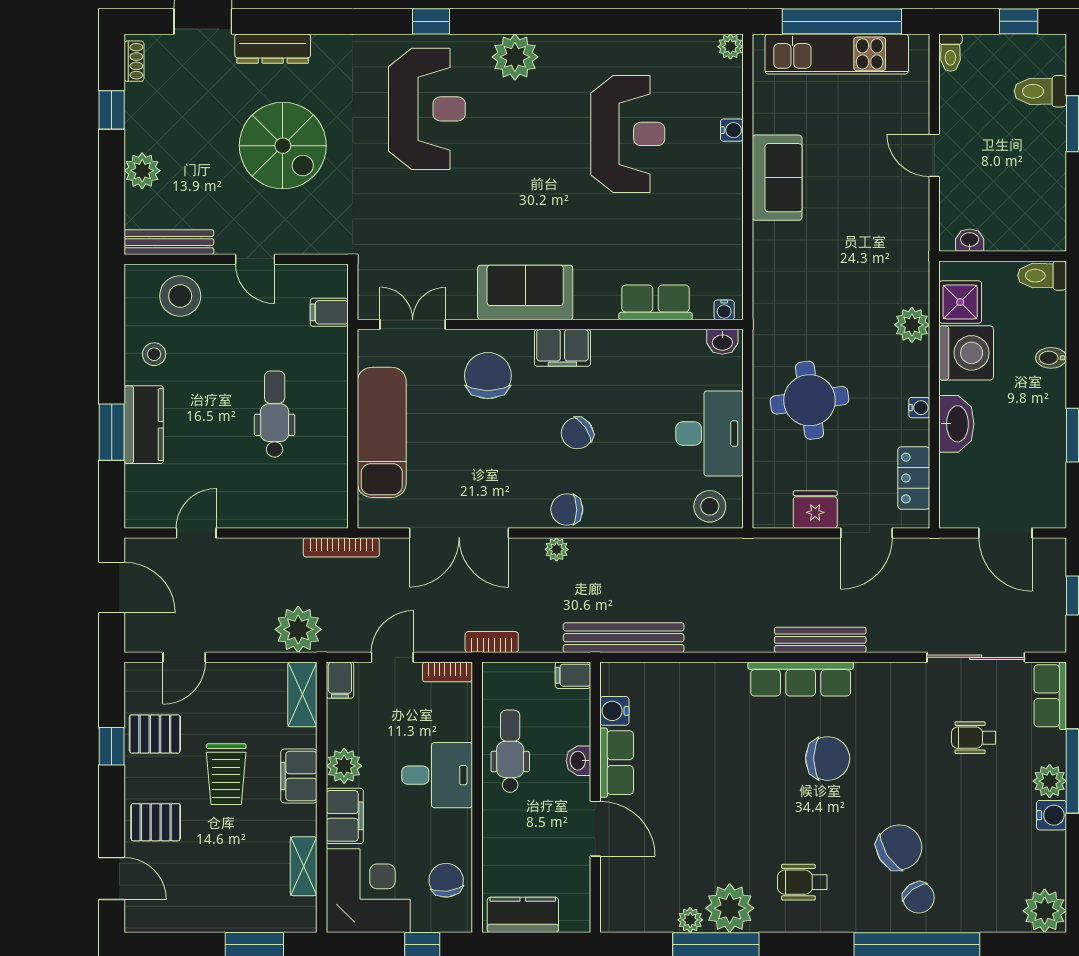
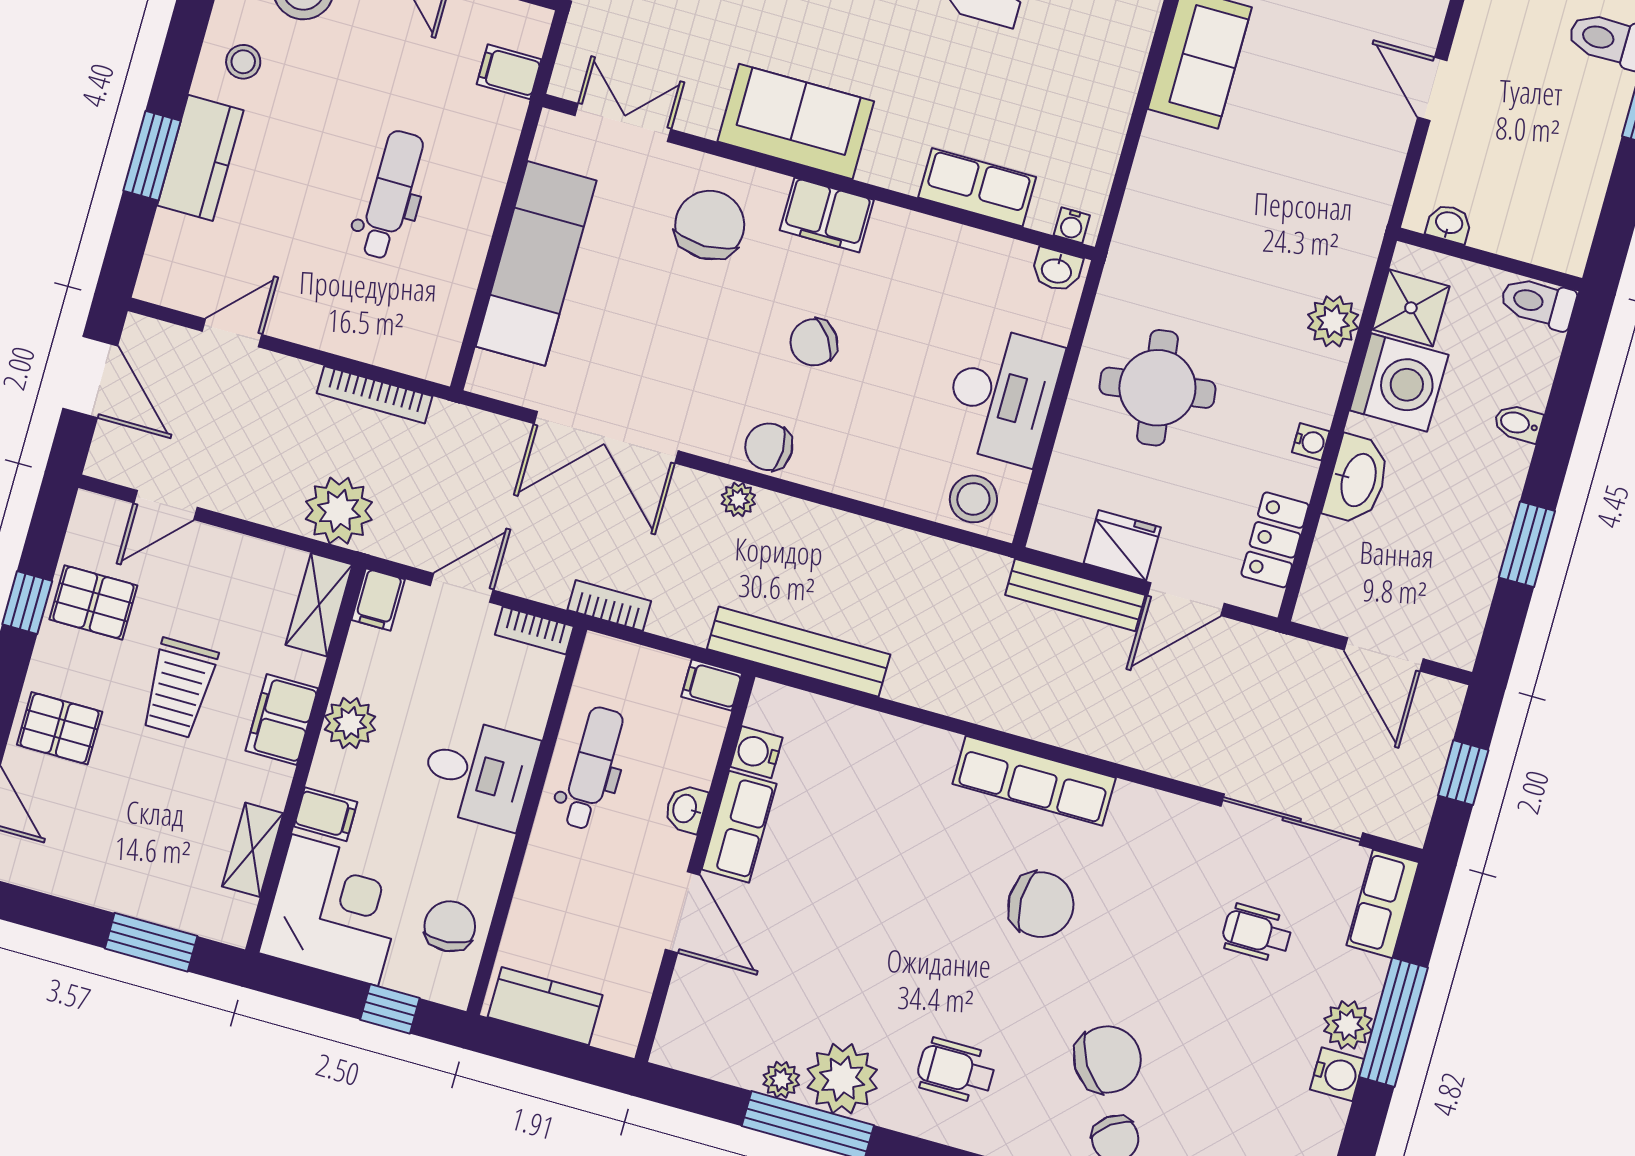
bookcase: (341, 547) -> (375, 395), moved
bench: (820, 640) -> (1075, 595), moved
filing cabinet: (345, 816) -> (326, 814), width x0.50

